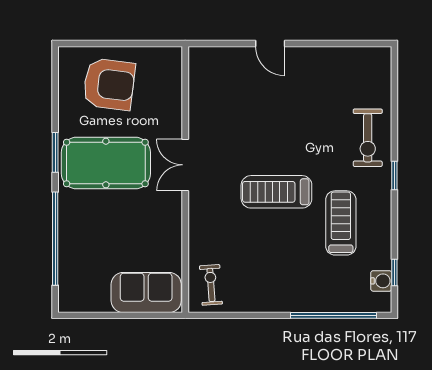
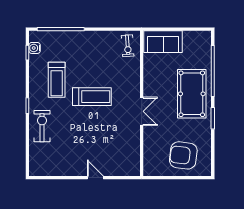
pool table: (106, 163) -> (192, 94), moved, turned 90

